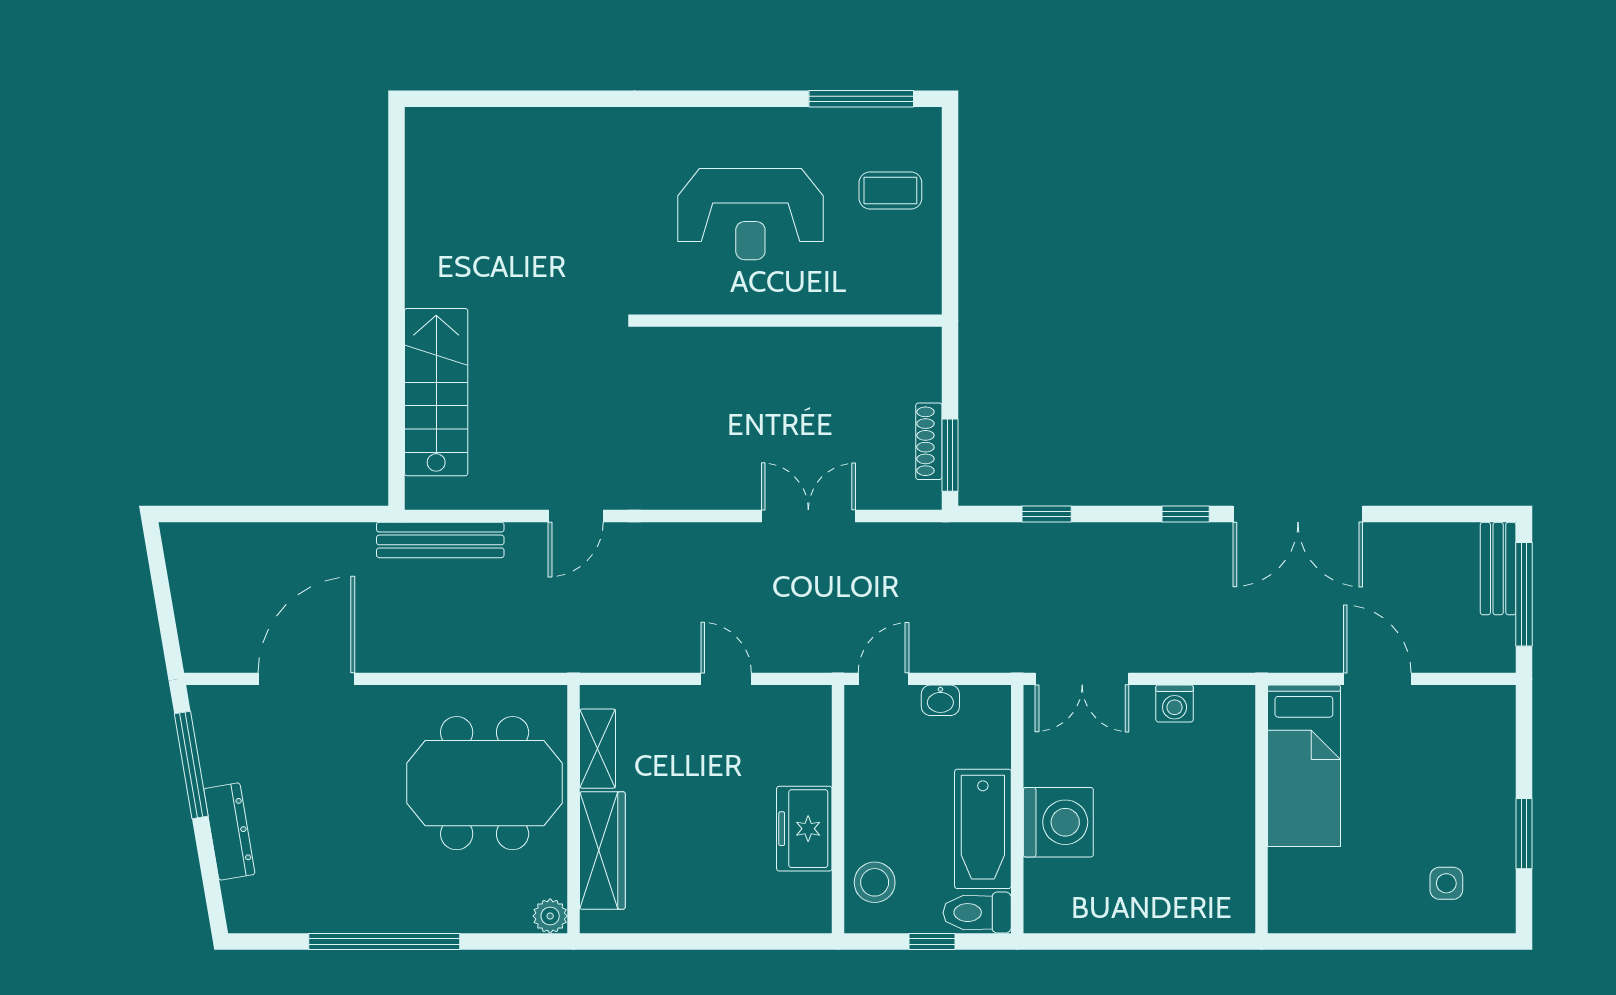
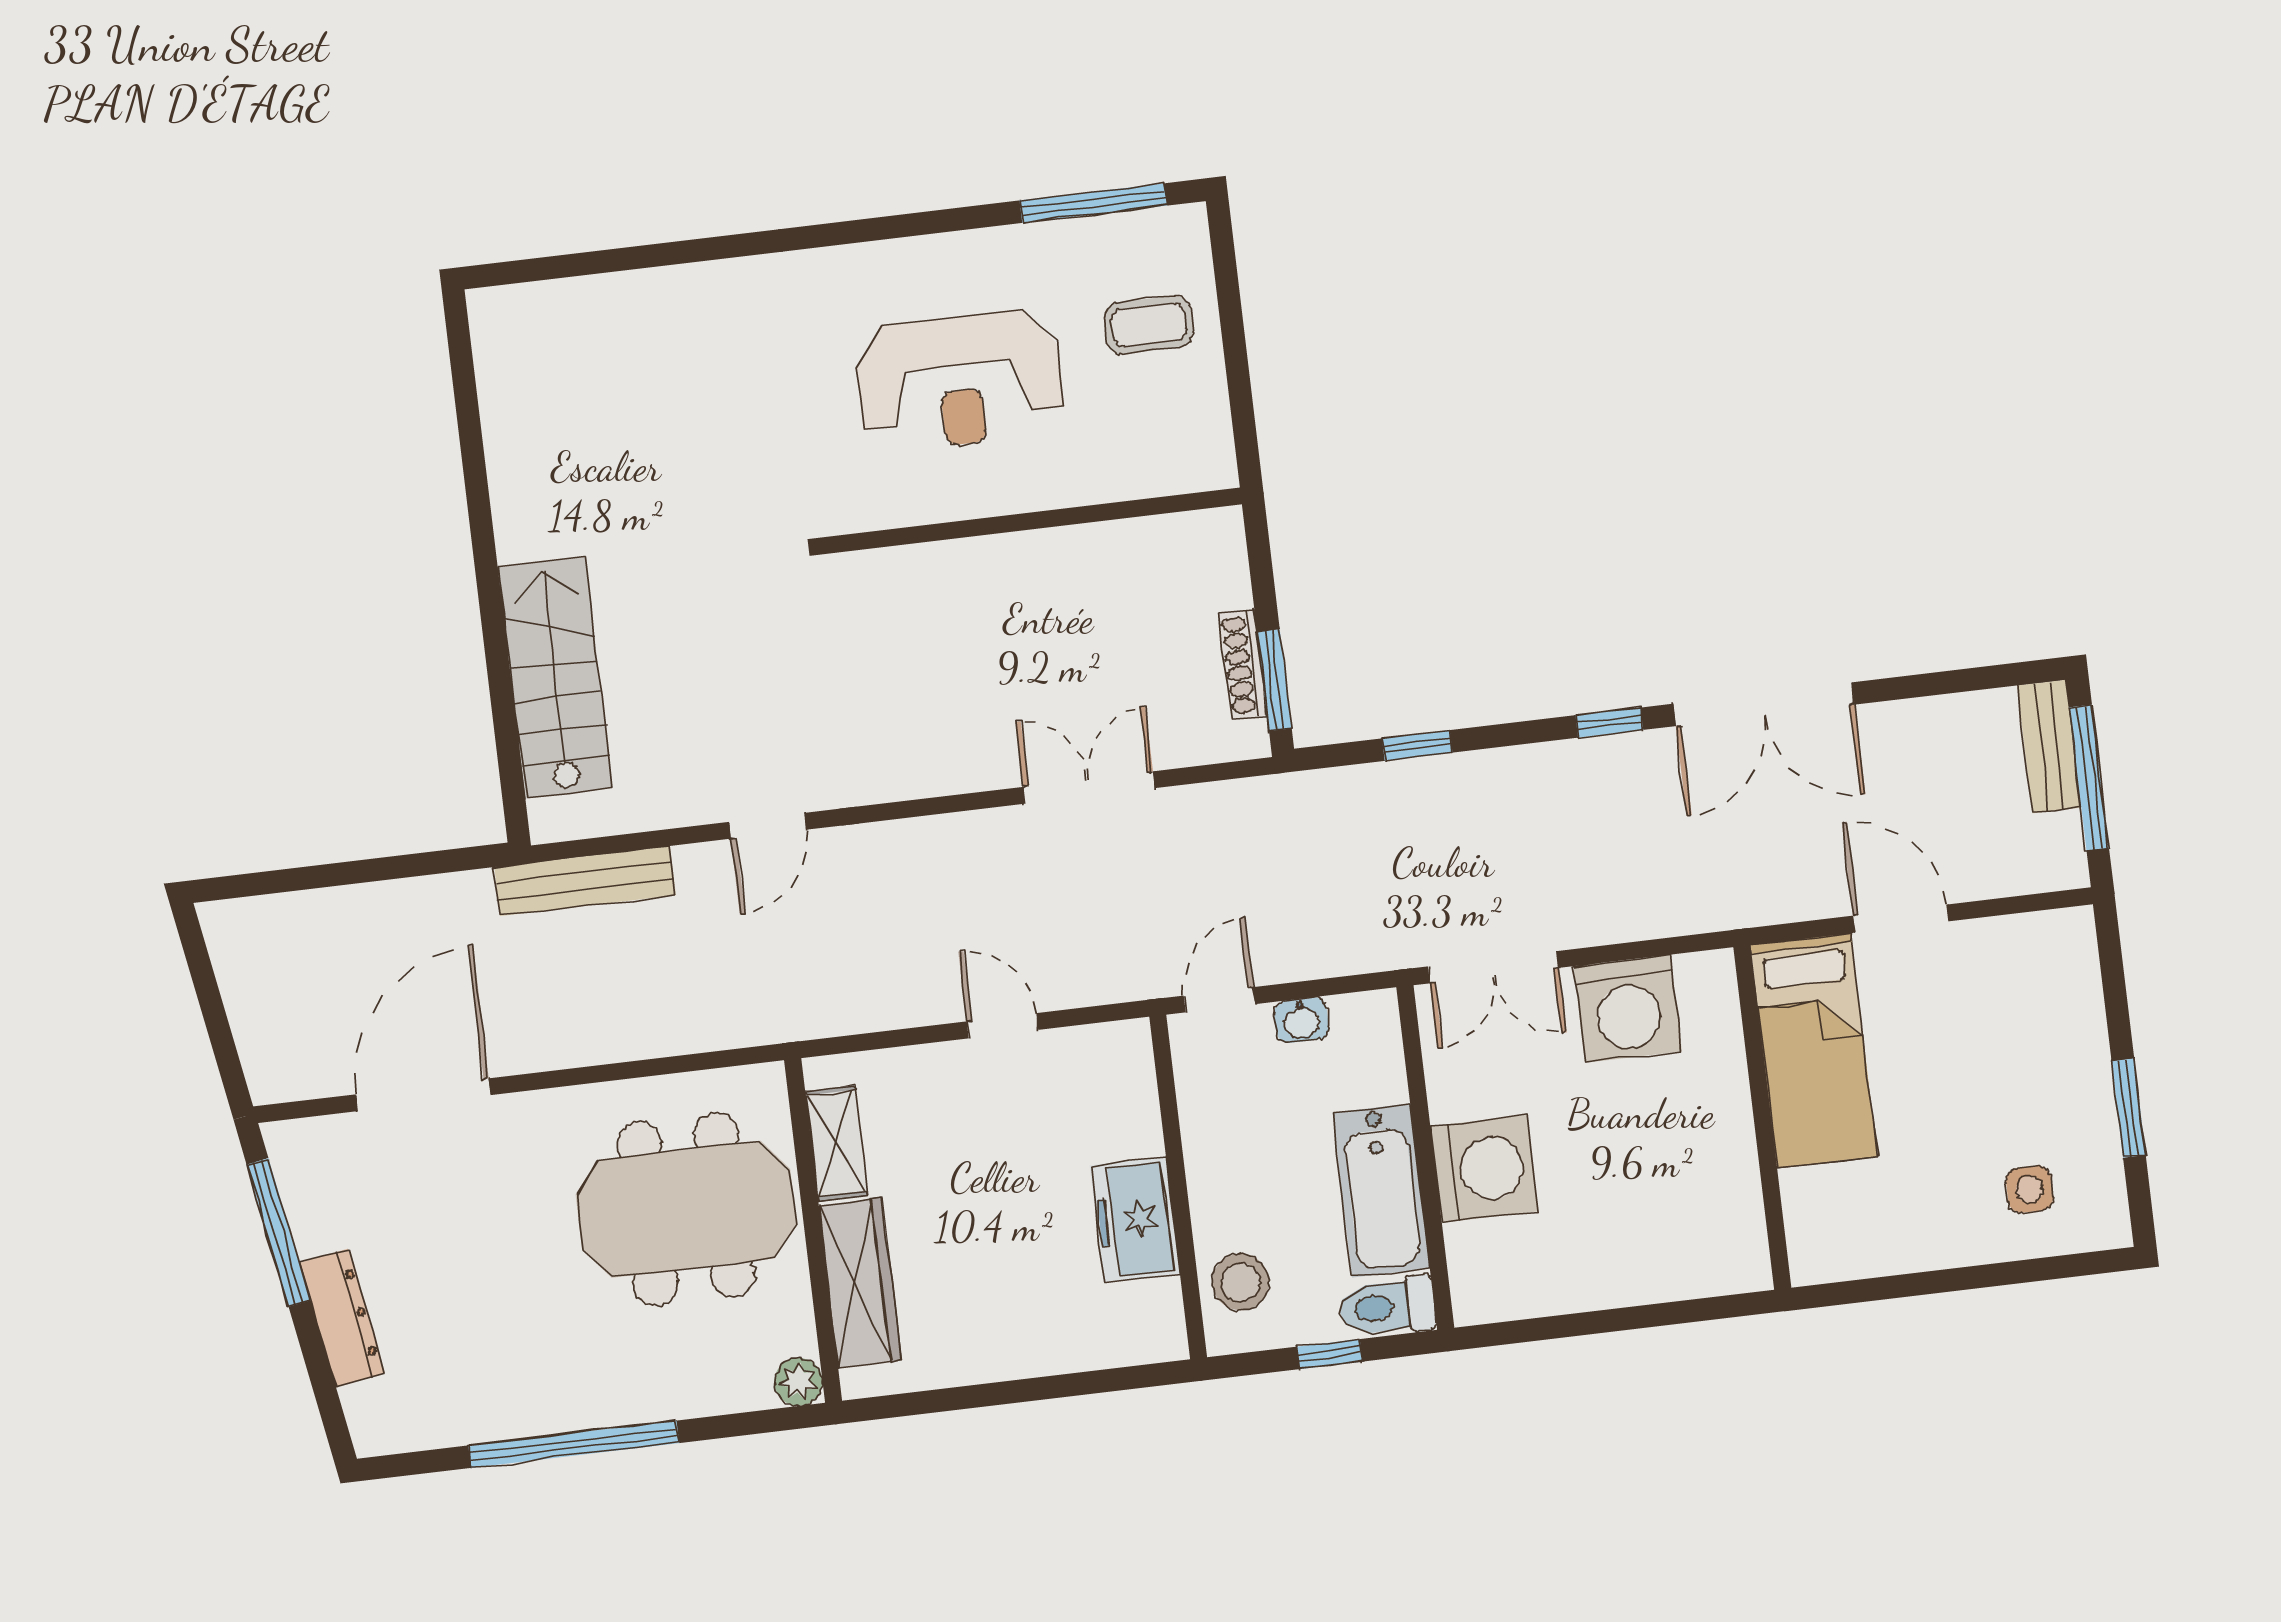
washing machine: (1175, 704) -> (1628, 1009), width x1.89, depth x1.89

